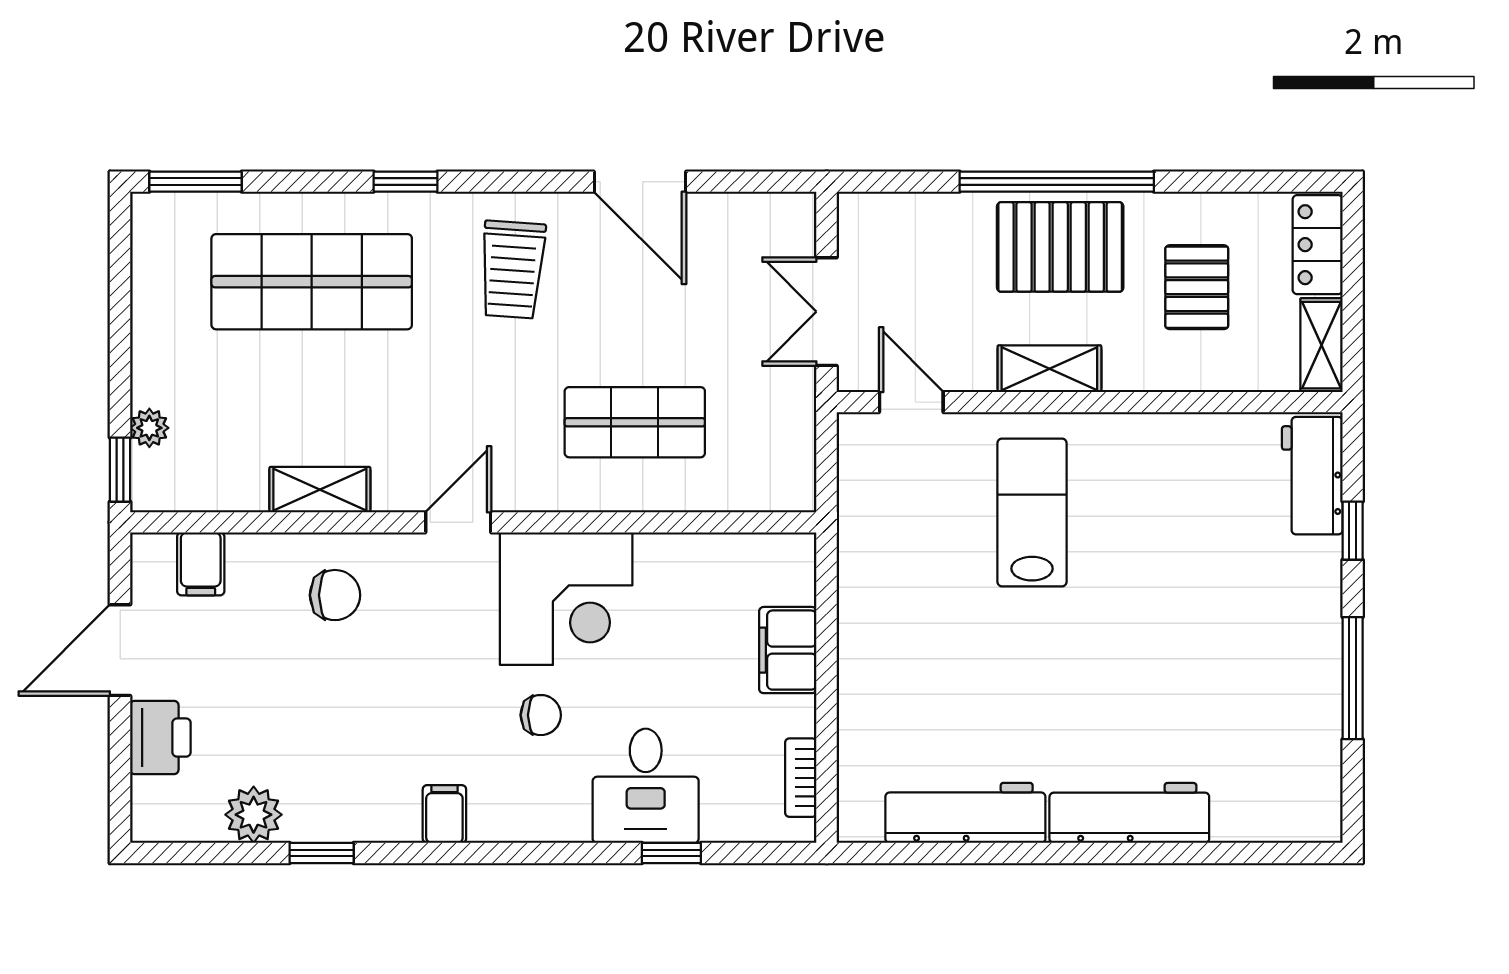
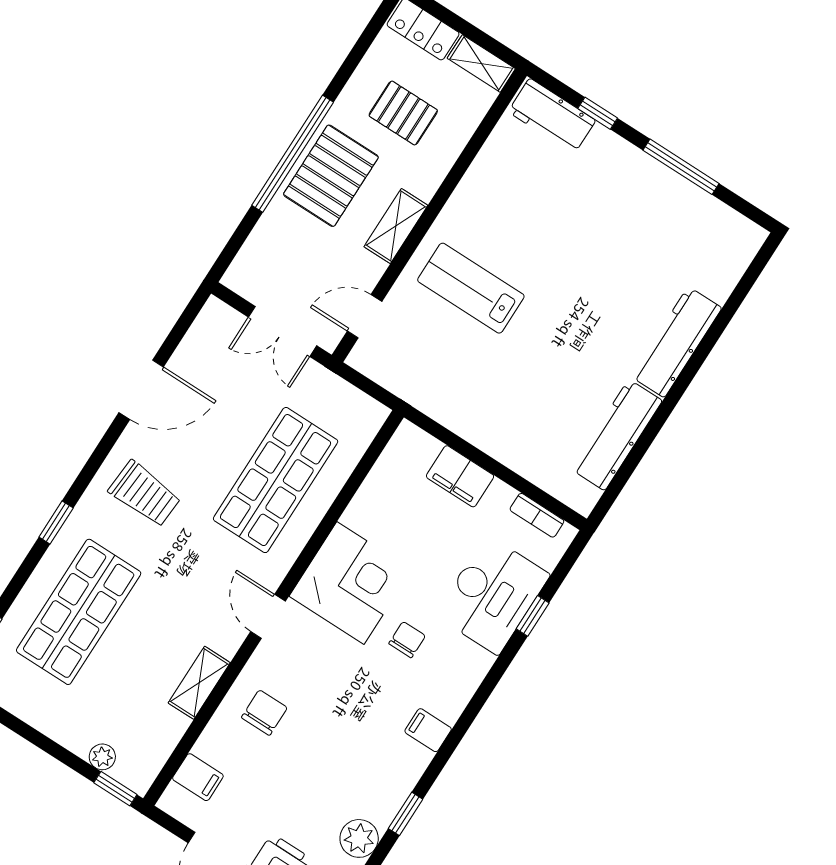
shop shelf: (635, 422) -> (276, 480), width x1.43, depth x1.36
desk: (646, 786) -> (492, 595), width x1.37

